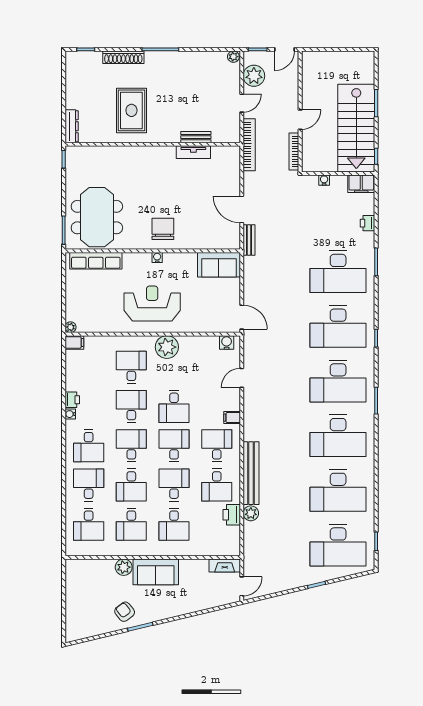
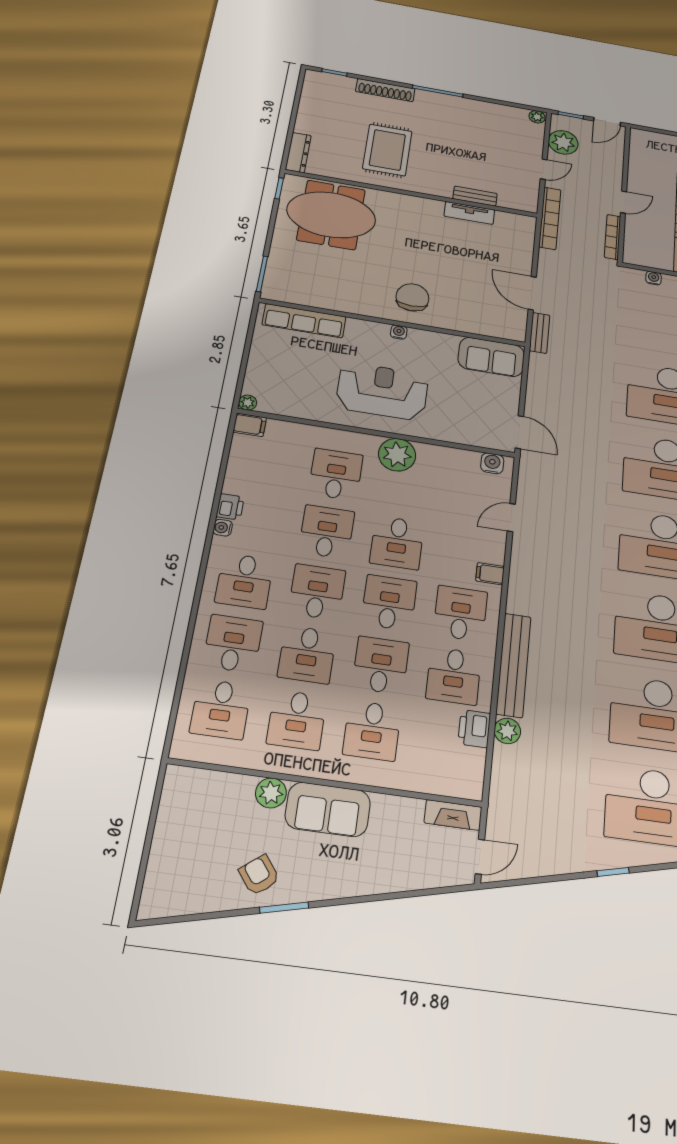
meeting table: (97, 217) -> (331, 215), moved, turned 90

